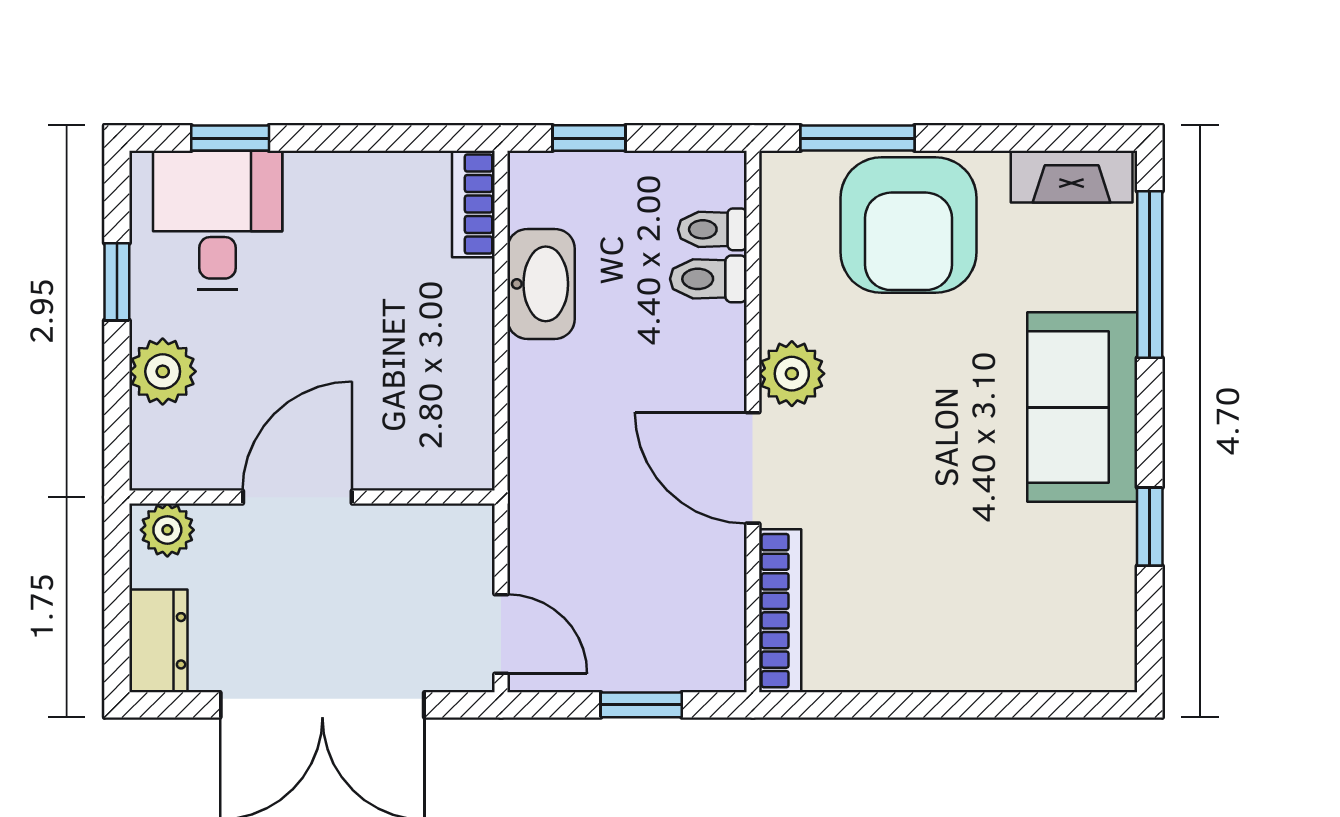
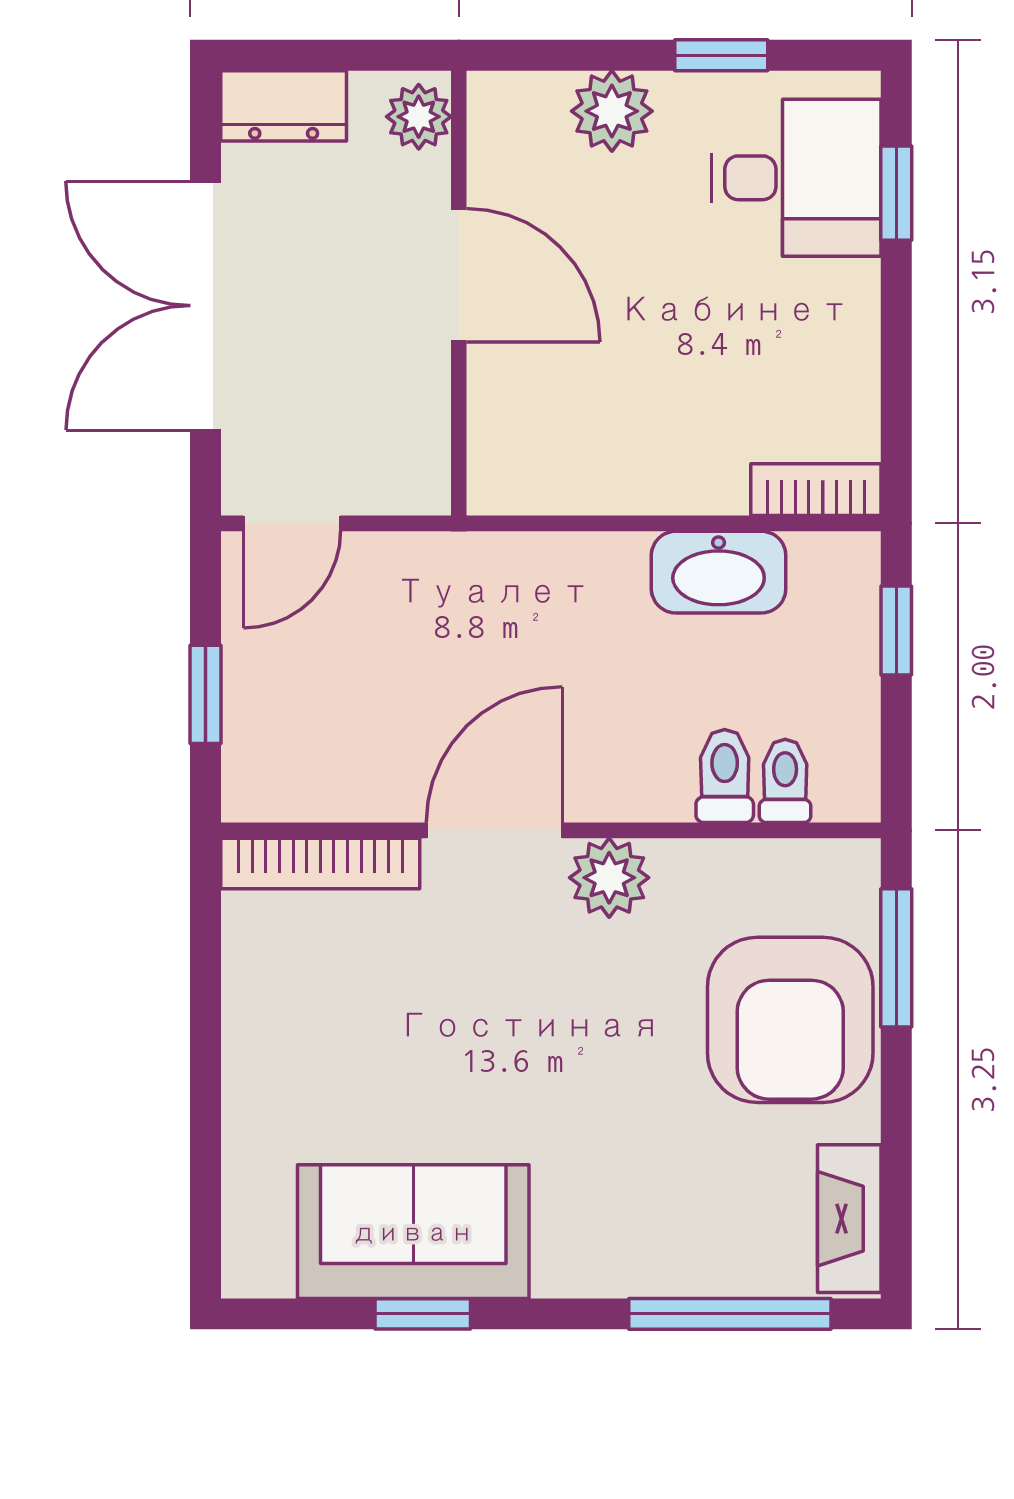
armchair: (908, 225) -> (790, 1020), turned -90
sofa: (1082, 407) -> (413, 1232), moved

